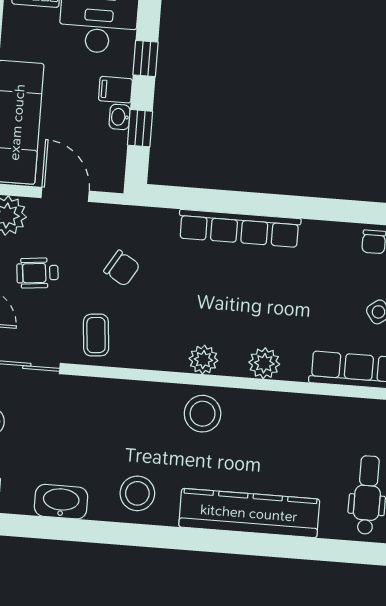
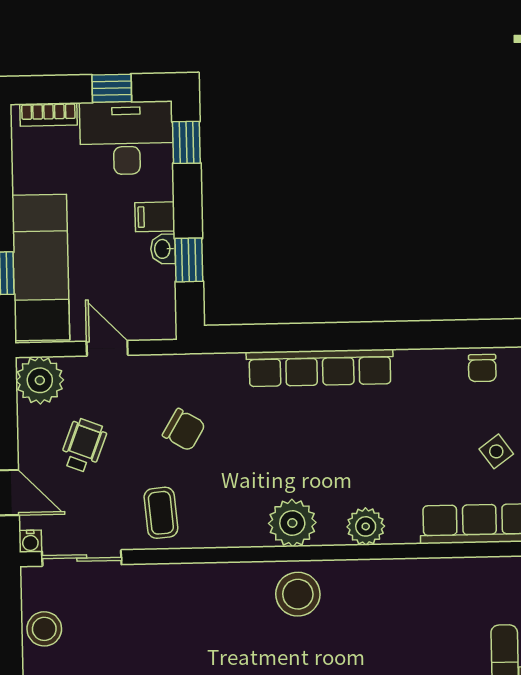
window: (145, 58) -> (186, 142), moved
door: (65, 194) -> (107, 348), width x0.73
wheelchair: (37, 273) -> (83, 445), turned 117
plant: (203, 360) -> (292, 523), width x1.36, depth x1.36

